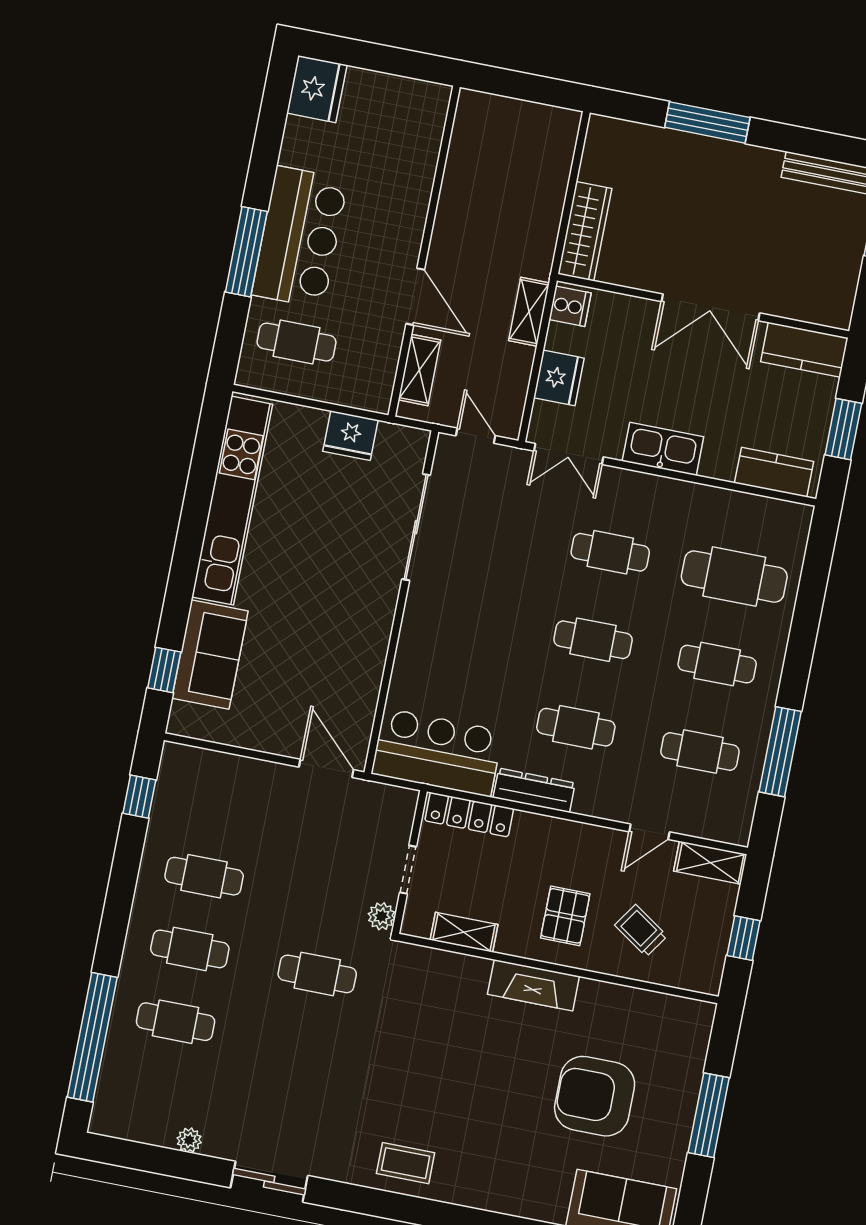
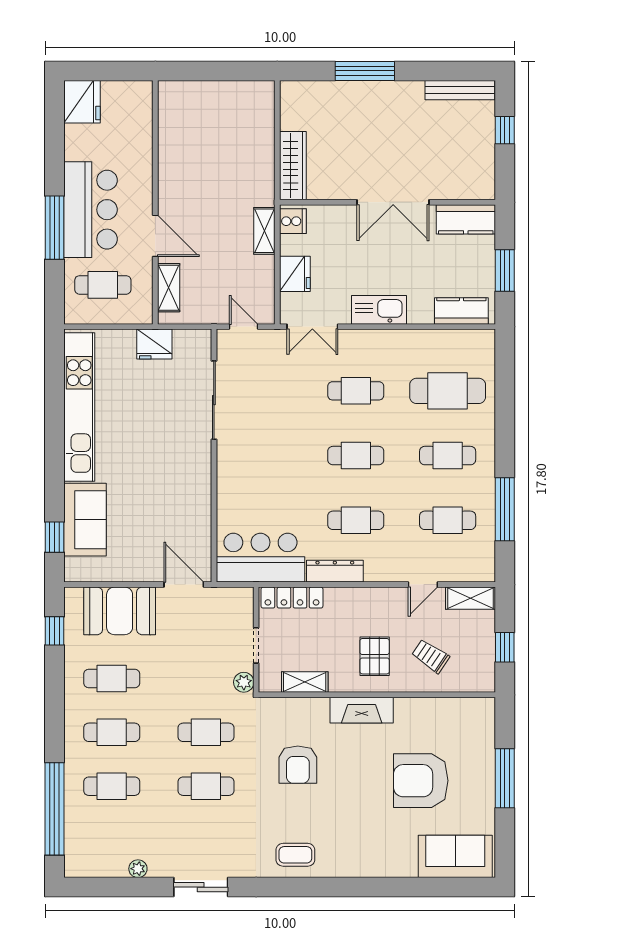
wall: (424, 251) -> (155, 202), moved
door: (415, 297) -> (155, 236), moved
shelving: (419, 370) -> (169, 288), moved
booth: (233, 787) -> (120, 611), added
armchair: (433, 1042) -> (298, 765), added
cafe table: (303, 1047) -> (206, 786), added

